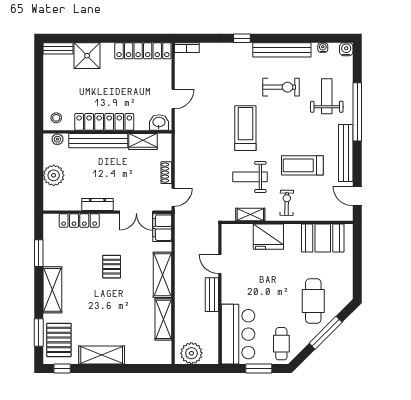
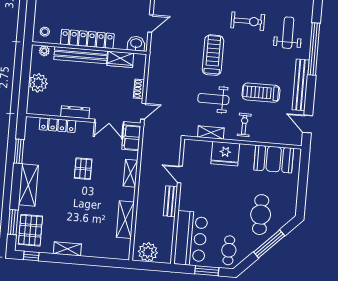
shelving: (162, 275) -> (130, 173), width x0.67, depth x0.75
shelving: (102, 355) -> (67, 249), width x0.67, depth x0.75

